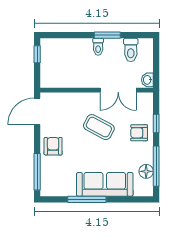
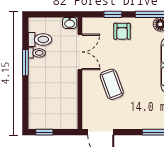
toilet: (98, 47) -> (37, 53), moved
coffee table: (99, 127) -> (112, 84), moved, turned -48
armchair: (53, 146) -> (135, 116), removed

